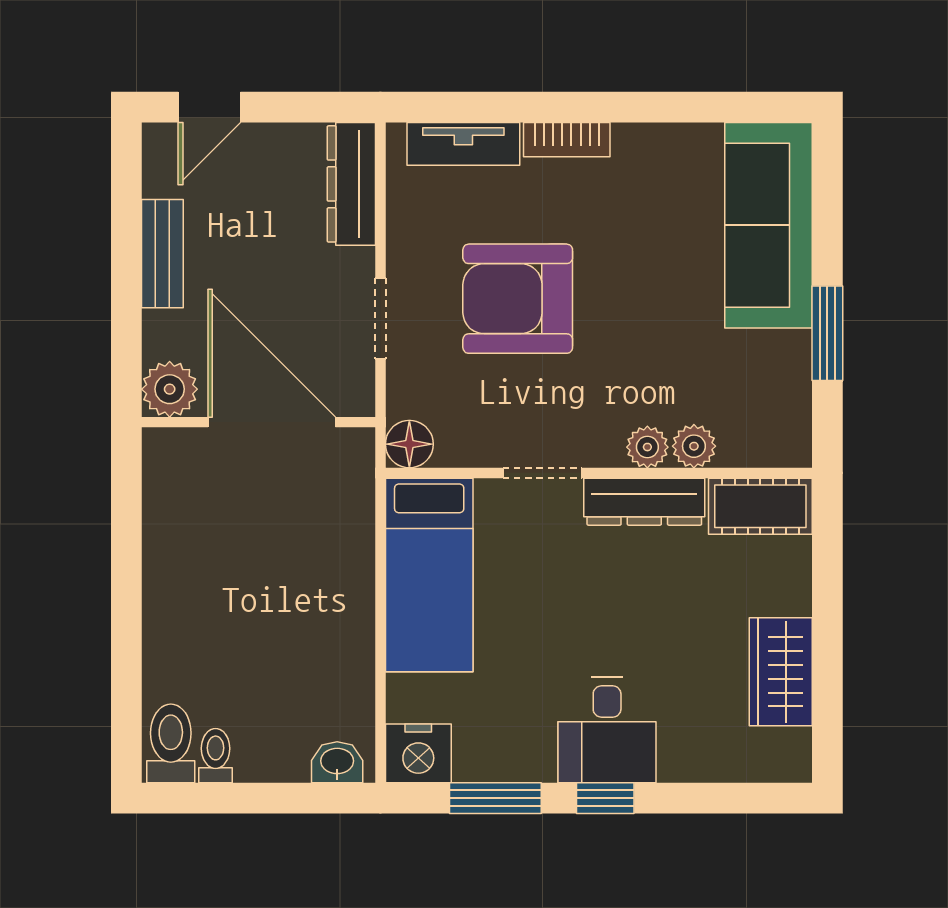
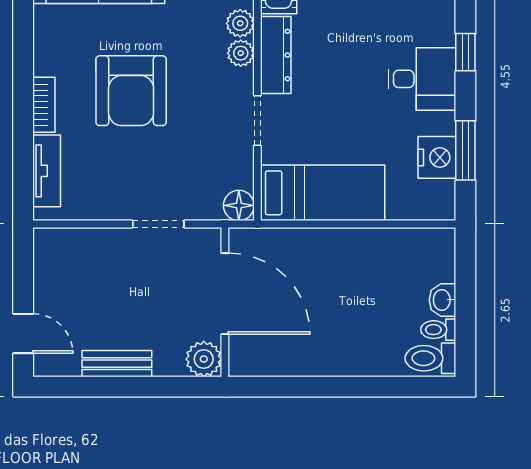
dresser: (351, 184) -> (72, 243), removed
armchair: (518, 299) -> (131, 91), moved
door: (272, 422) -> (225, 294), swing flipped
nightstand: (418, 753) -> (437, 157), moved
washbasin: (337, 762) -> (443, 300), moved
window: (605, 798) -> (465, 52), moved

